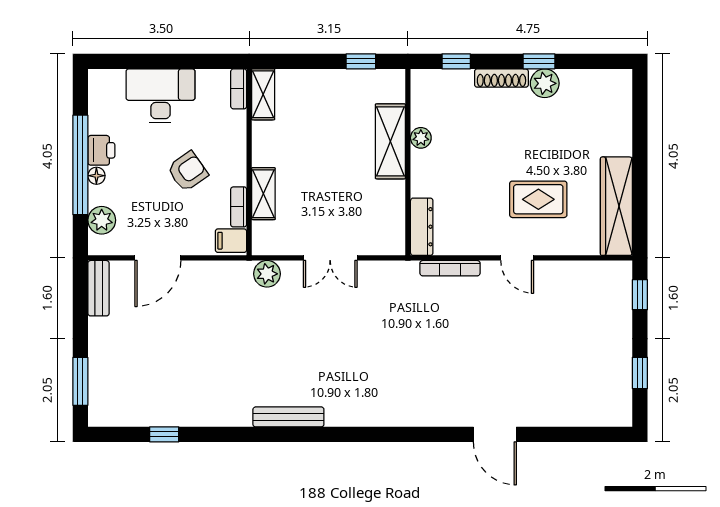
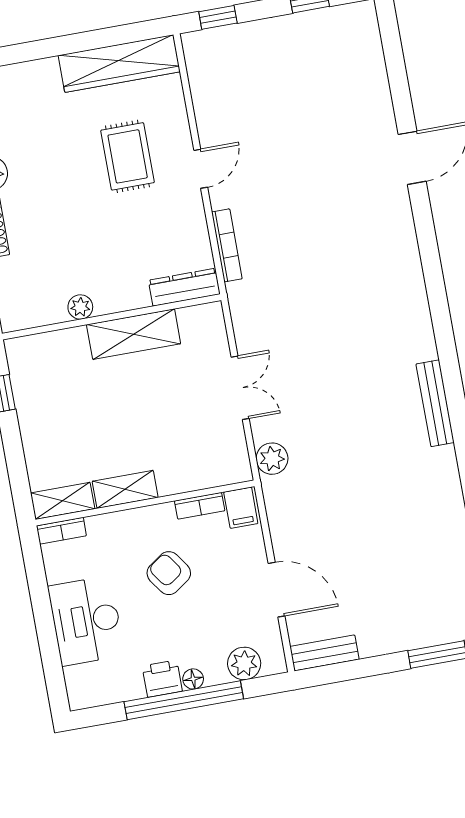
shelving: (390, 141) -> (134, 334), moved
shelving: (263, 194) -> (125, 489), moved

